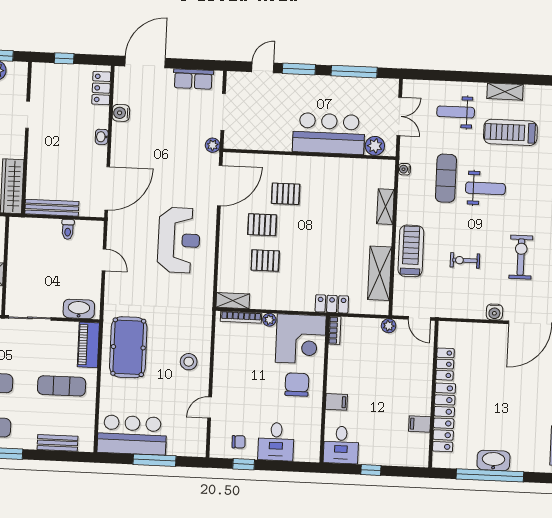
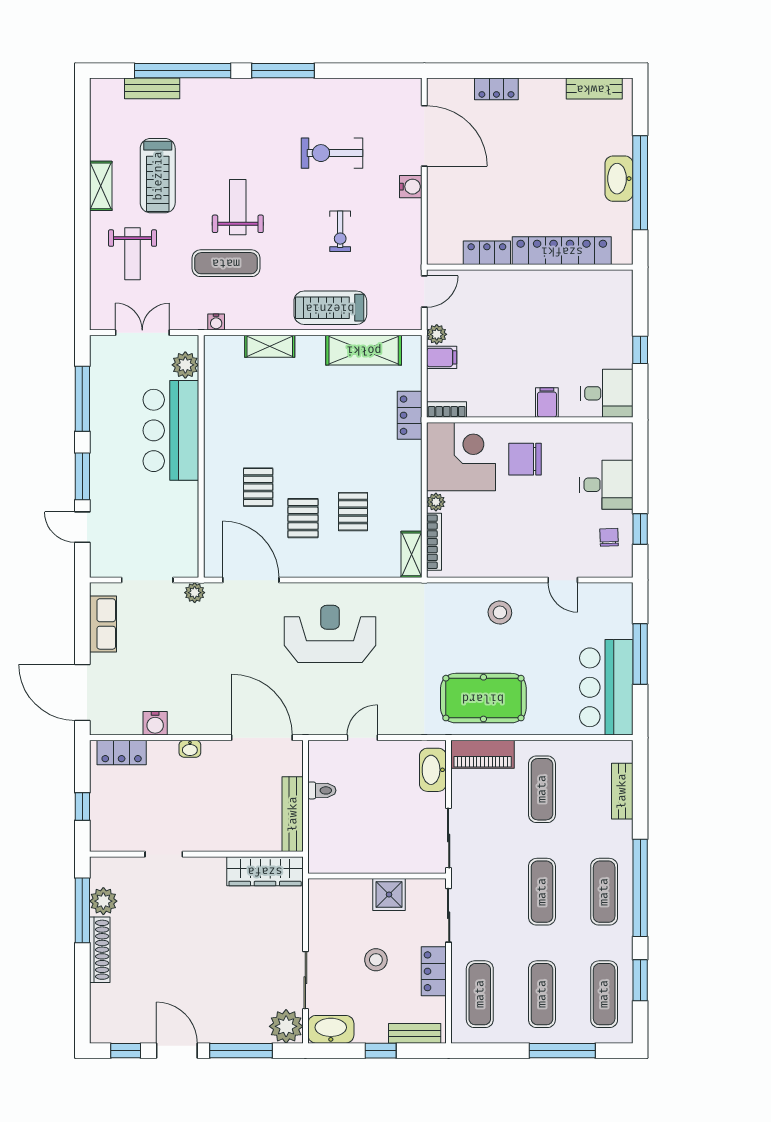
filing cabinet: (420, 424) -> (442, 357), moved, turned -90

